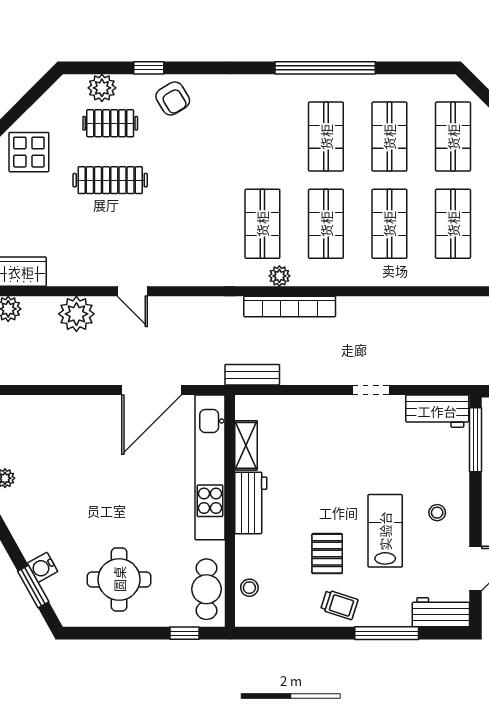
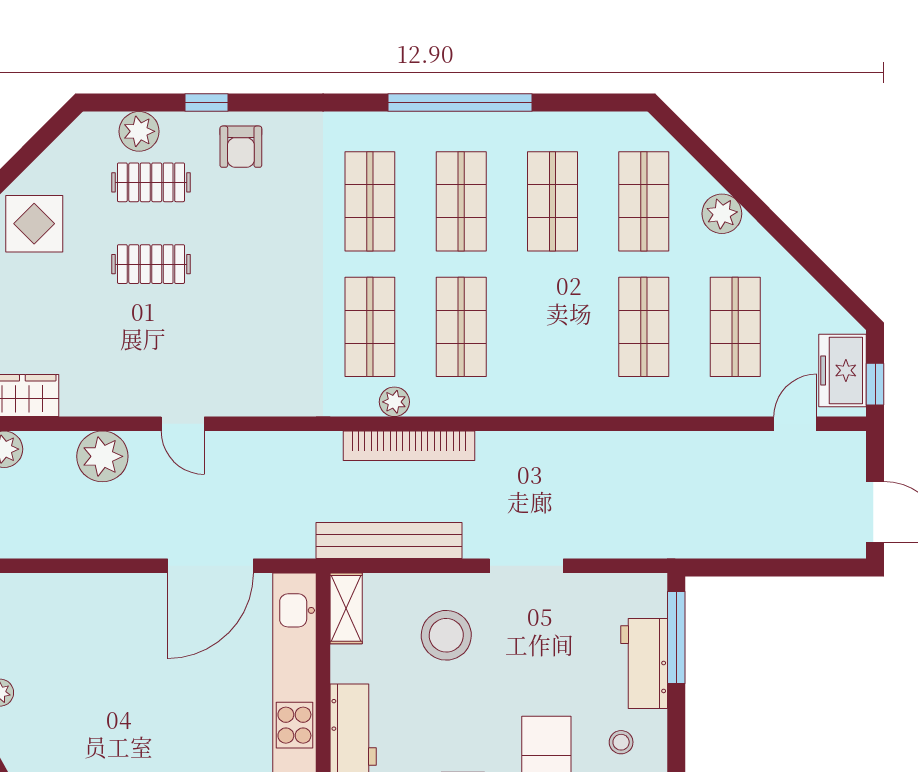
armchair: (173, 99) -> (241, 147), turned 31
clothes rail: (110, 180) -> (151, 264), width x0.73
shop shelf: (389, 224) -> (370, 201), moved
bench: (252, 375) -> (389, 541), width x1.86, depth x1.21
doorway: (371, 390) -> (526, 566), width x1.38
workbench: (437, 411) -> (644, 663), moved, turned 90
stool: (316, 438) -> (446, 635), added
shelving: (246, 445) -> (346, 608), moved

